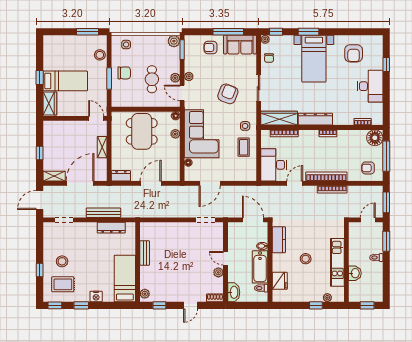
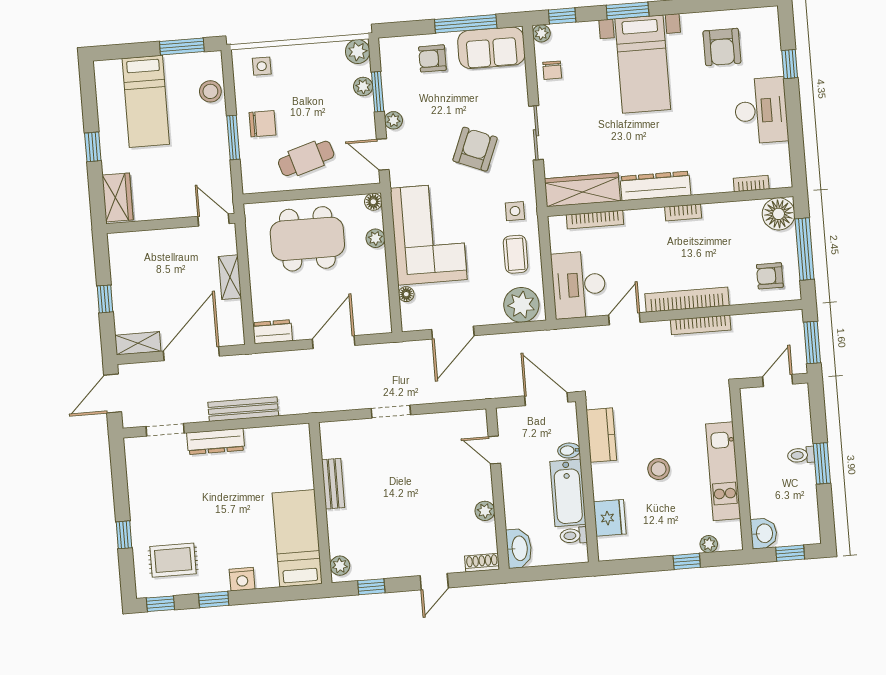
window: (182, 50) -> (378, 92), moved
plant: (175, 78) -> (363, 86), moved
cafe table: (152, 79) -> (306, 158), moved, turned 73
bed: (65, 81) -> (146, 101), moved, turned 90
dining table: (142, 131) -> (307, 239), turned 90
plant: (245, 172) -> (521, 305), added
doorway: (206, 220) -> (391, 412), moved
dresser: (111, 228) -> (216, 441), moved
window: (386, 241) -> (822, 463), moved
door: (226, 258) -> (494, 450), moved
stool: (62, 261) -> (168, 514), removed
washbasin: (355, 273) -> (764, 533), moved

